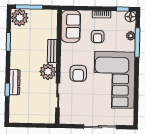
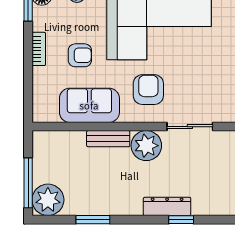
sofa: (71, 26) -> (89, 105), moved
armchair: (78, 73) -> (148, 90), turned -90

